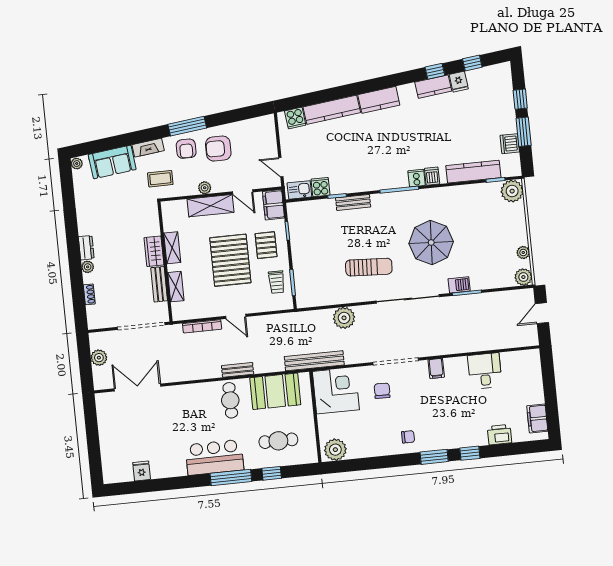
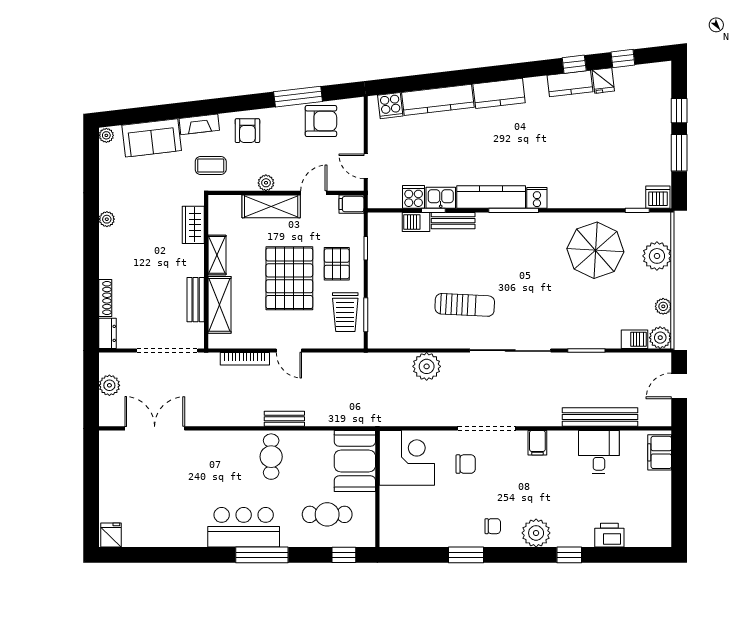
window: (187, 126) -> (298, 97), moved
dishwasher: (510, 144) -> (658, 197), moved, turned 90
armchair: (218, 149) -> (321, 121), moved, turned 180
kitchen counter: (473, 172) -> (491, 197), moved
dishwasher: (432, 176) -> (557, 197), removed
kitchen sink: (299, 190) -> (441, 198), moved
plant: (512, 191) -> (657, 256), moved
door: (243, 192) -> (314, 193), swing flipped
filing cabinet: (273, 205) -> (351, 204), width x0.50
barbecue: (324, 206) -> (416, 222), added
parasol: (431, 243) -> (595, 250), moved
dresser: (86, 248) -> (108, 333), moved
wardrobe: (154, 251) -> (193, 225), moved
plant: (88, 267) -> (107, 219), moved
trolley: (277, 282) -> (345, 312), width x1.36, depth x1.39
barbecue: (459, 285) -> (634, 339), moved
shelving: (176, 287) -> (219, 305), width x1.50, depth x1.33
shoe rack: (89, 294) -> (105, 298), width x1.43
bench: (314, 361) -> (600, 417), moved
booth: (275, 391) -> (355, 461), moved, turned 90
chair: (382, 391) -> (466, 464), turned 88
filing cabinet: (537, 418) -> (660, 452), moved
plant: (335, 450) -> (536, 533), moved
window: (434, 457) -> (466, 555), moved
fridge: (142, 471) -> (111, 535), moved
window: (272, 473) -> (344, 555), moved

